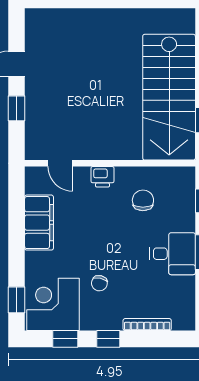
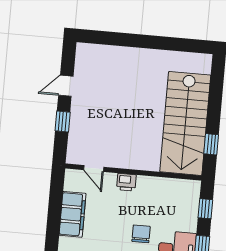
chair: (143, 200) -> (141, 234), moved

